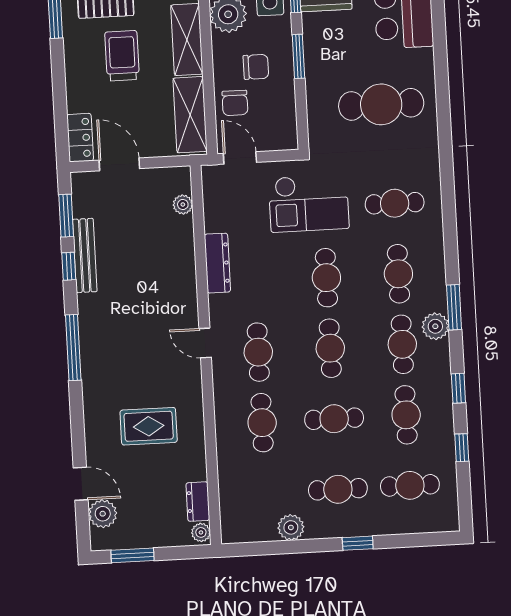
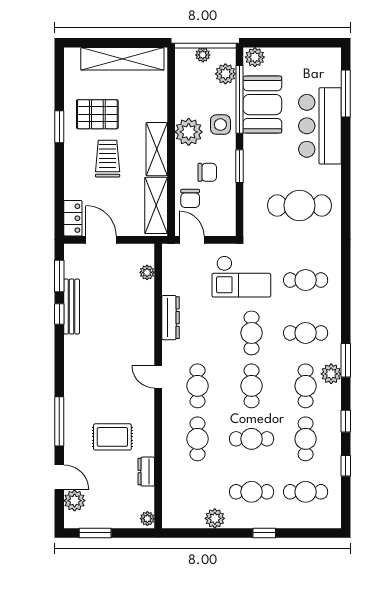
cafe table: (398, 274) -> (306, 333), turned 90
window: (73, 348) -> (59, 421), moved
dresser: (198, 502) -> (146, 472), moved

